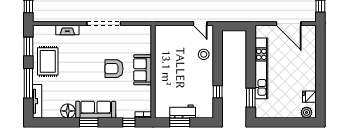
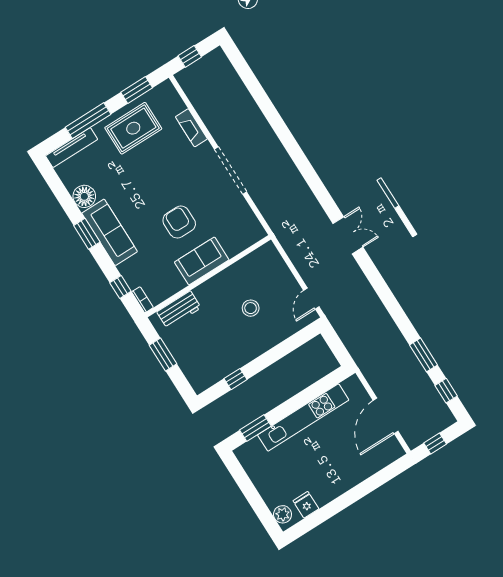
stool: (204, 54) -> (251, 308), moved
workbench: (183, 112) -> (179, 310), moved, turned 90

